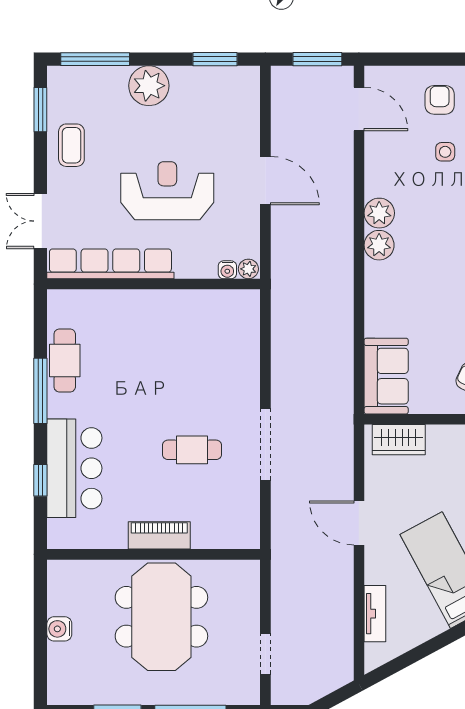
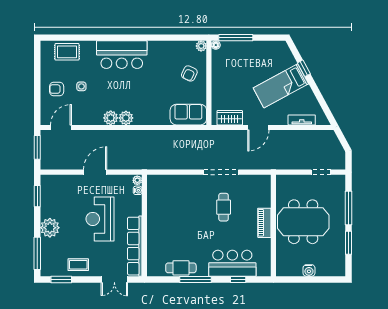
wardrobe: (399, 440) -> (230, 118), moved, turned -90

